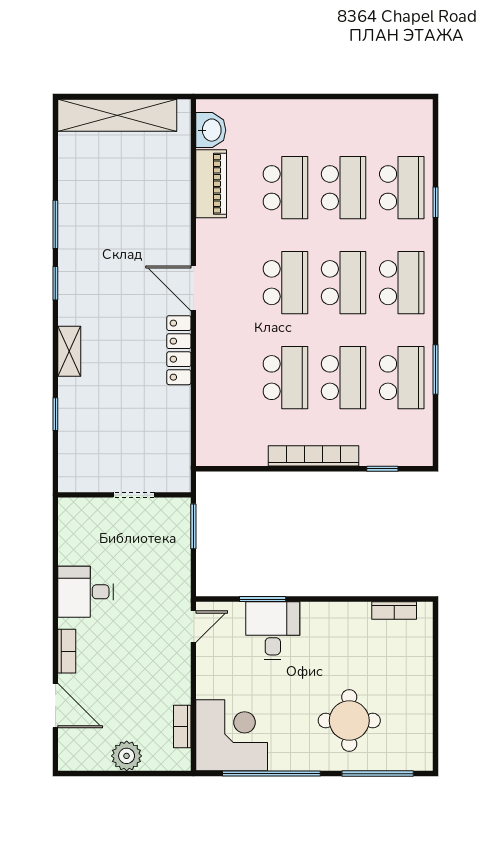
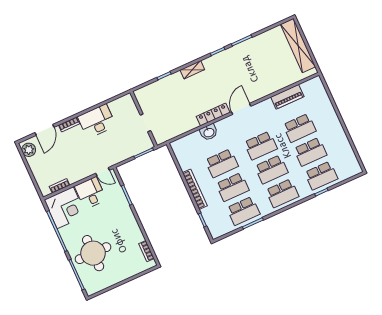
washbasin: (211, 130) -> (209, 132), moved
desk: (86, 592) -> (97, 121), width x1.37
desk: (273, 631) -> (90, 193), moved, turned -90
round table: (349, 721) -> (93, 253), width x1.36, depth x1.36
plant: (127, 756) -> (29, 150), moved

